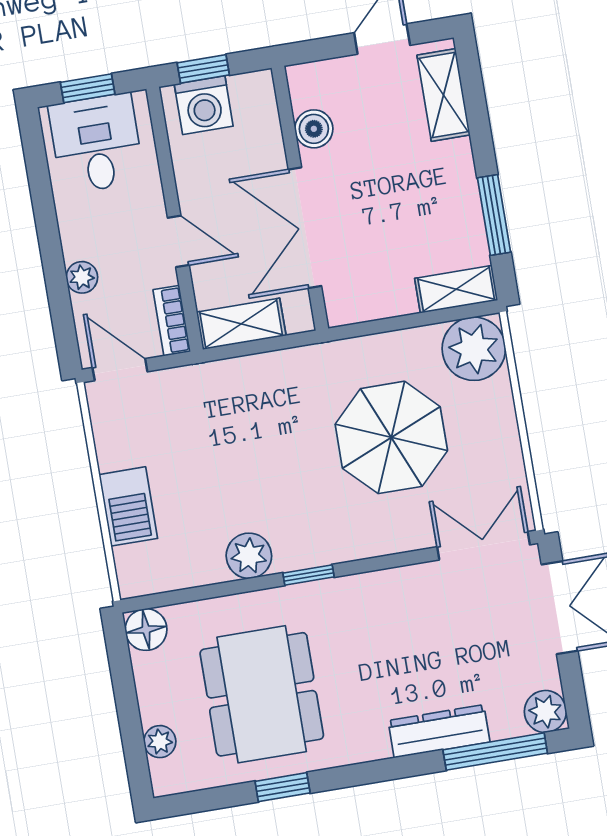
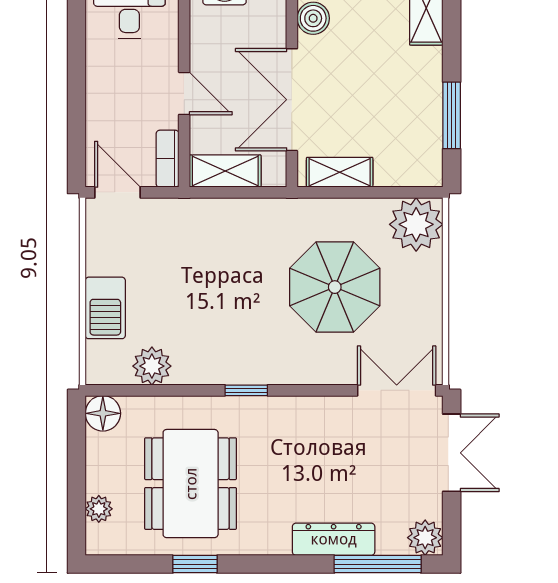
plant: (82, 277) -> (99, 110), removed
shelving: (456, 289) -> (340, 172), moved
plant: (249, 556) -> (152, 366), moved

